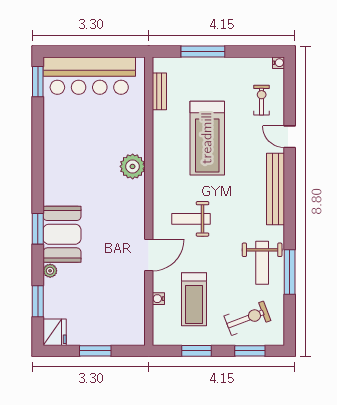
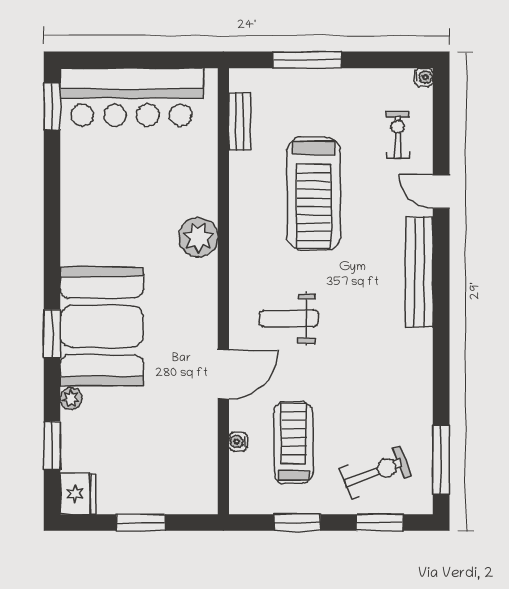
booth: (62, 234) -> (102, 326), width x1.36, depth x1.42
weight bench: (262, 263) -> (399, 386), removed
window: (290, 272) -> (441, 460), moved
treadmill: (194, 299) -> (293, 443), turned 180

